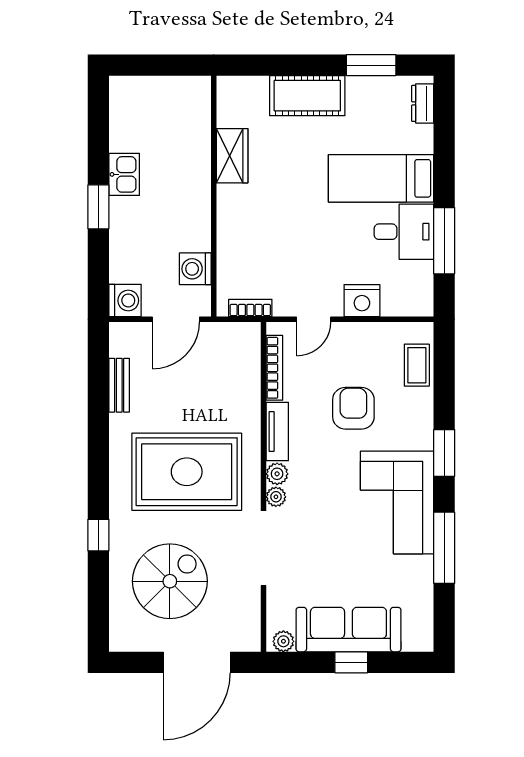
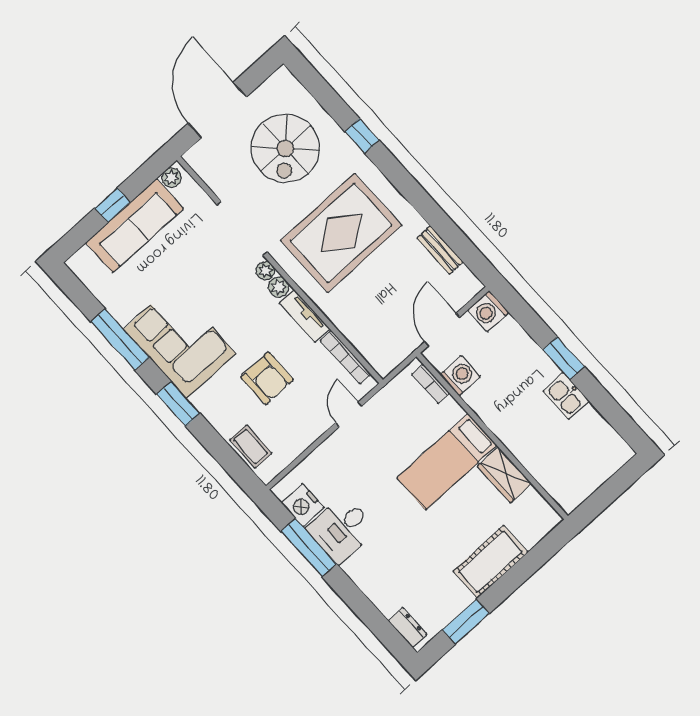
bed: (381, 178) -> (447, 462), moved, turned 180
nightstand: (362, 301) -> (303, 505), moved, turned -90
bookcase: (250, 308) -> (431, 384), moved, turned 90

